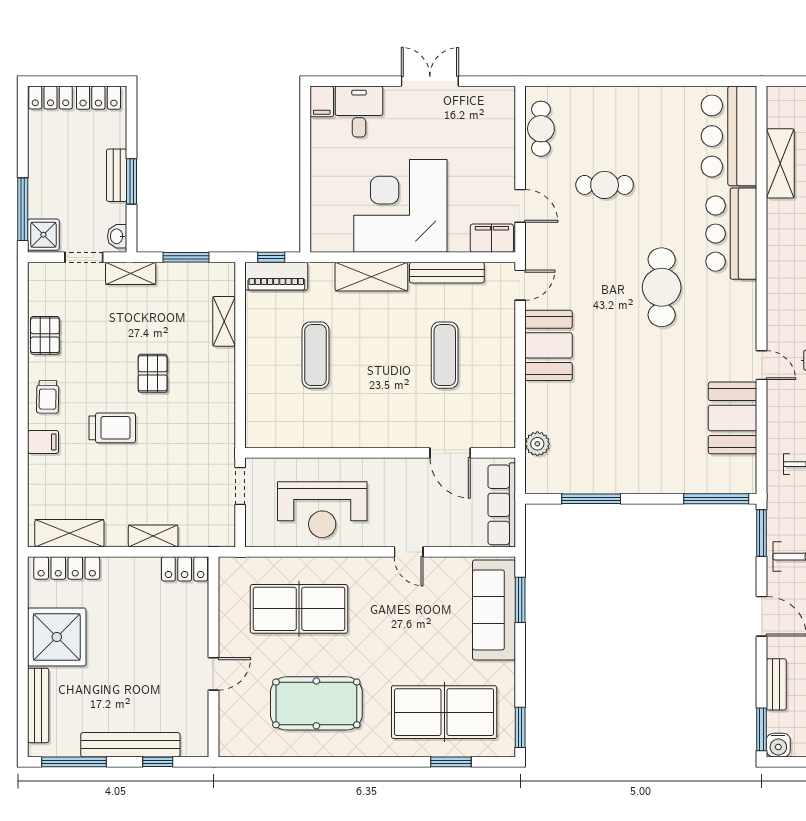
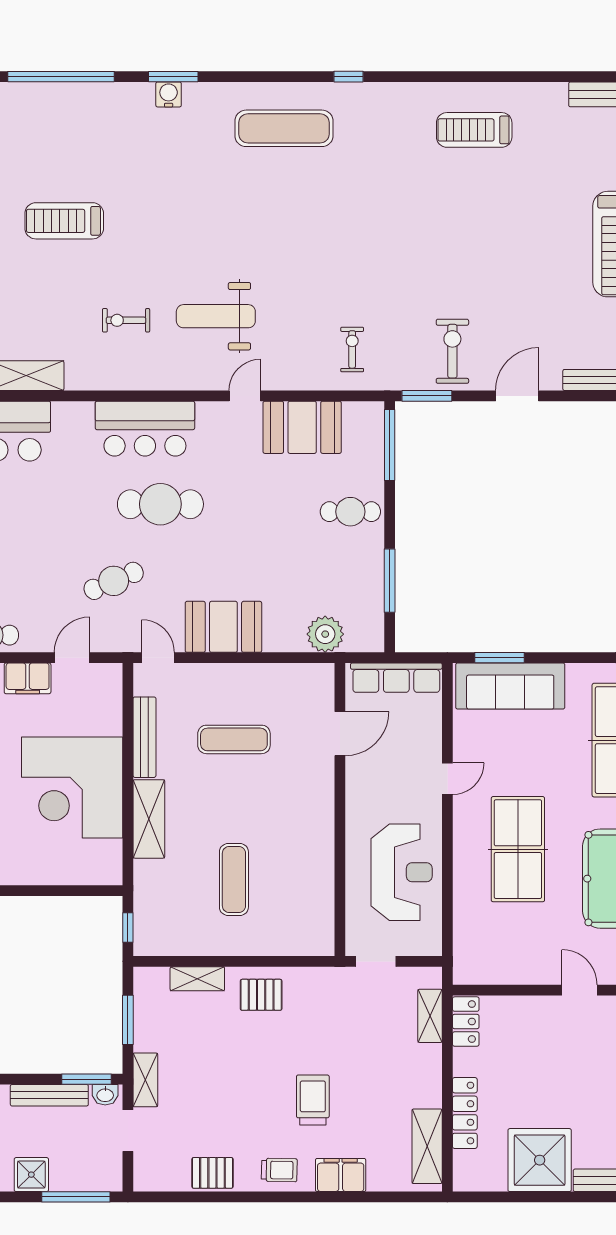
bench: (117, 175) -> (49, 1095), width x1.36
window: (131, 181) -> (87, 1079), moved
cafe table: (605, 185) -> (114, 581), moved, turned 67
bar counter: (731, 234) -> (145, 429), moved
shower: (43, 235) -> (31, 1175), moved
filing cabinet: (492, 238) -> (28, 678), moved, turned -90
piano: (276, 276) -> (148, 922), removed
exercise mat: (316, 355) -> (234, 880), turned 90
pallet: (153, 373) -> (261, 995), moved
filing cabinet: (43, 442) -> (341, 1175), width x2.00
plant: (537, 444) -> (325, 634), width x1.36, depth x1.36
cafe table: (655, 462) -> (350, 512), added
shelving: (153, 536) -> (430, 1016), moved
locker: (67, 568) -> (465, 1113), moved
table tennis table: (299, 609) -> (518, 849), moved

